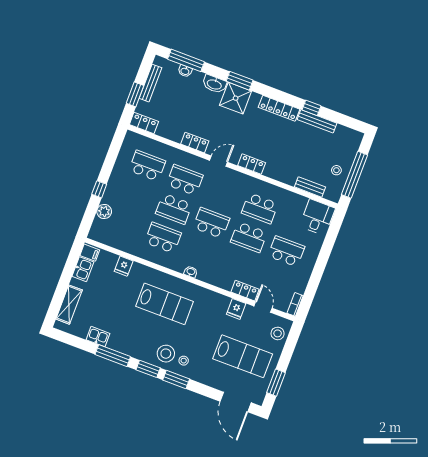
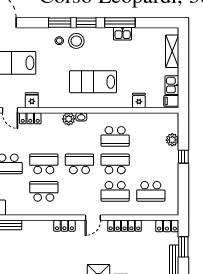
locker: (195, 143) -> (124, 226), width x1.53
school desk: (211, 223) -> (79, 164), turned 180
plant: (205, 275) -> (69, 119), added
kitchen sink: (98, 337) -> (123, 34), moved

